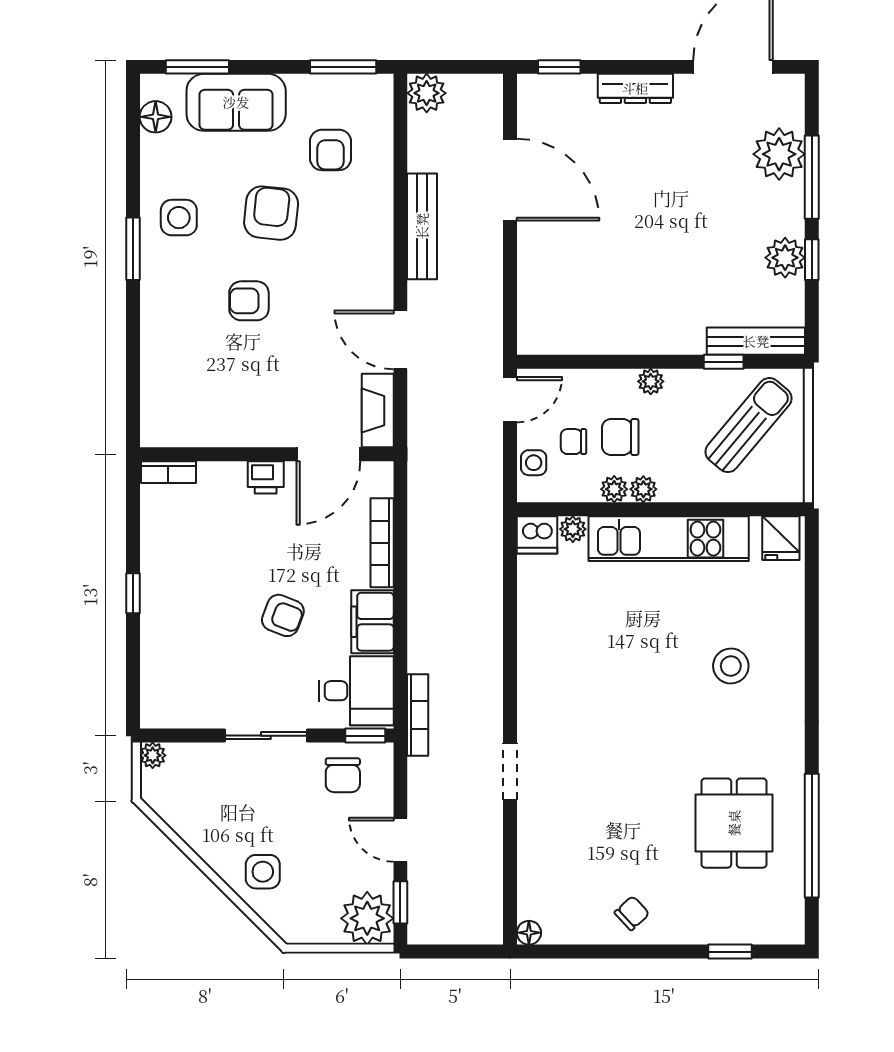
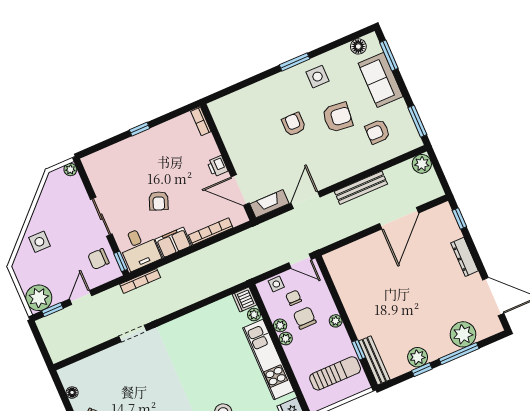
sun lounger: (749, 425) -> (335, 373), turned -40
floor lamp: (529, 933) -> (72, 393), moved

